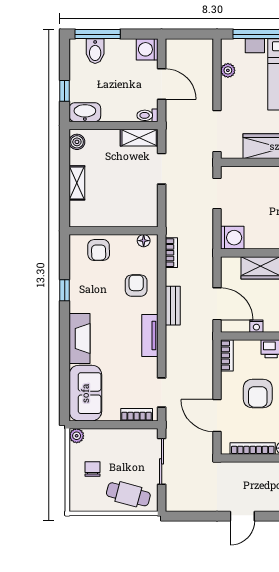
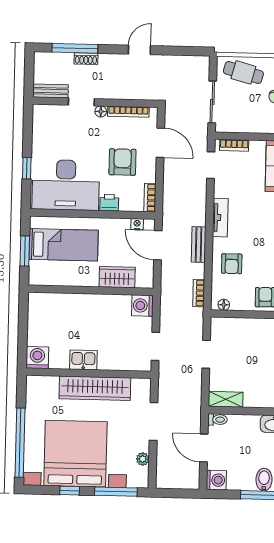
doorway: (217, 131) -> (154, 422), moved
doorway: (162, 169) -> (206, 354), moved
nightstand: (256, 326) -> (137, 224), moved

